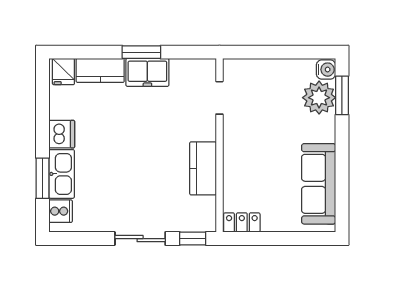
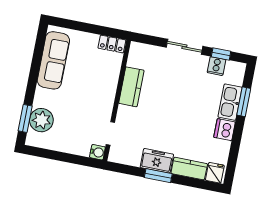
water cooler: (326, 70) -> (97, 152), moved, turned 180
cooker: (61, 211) -> (216, 66), moved, turned -90
window: (193, 239) -> (221, 54), moved

